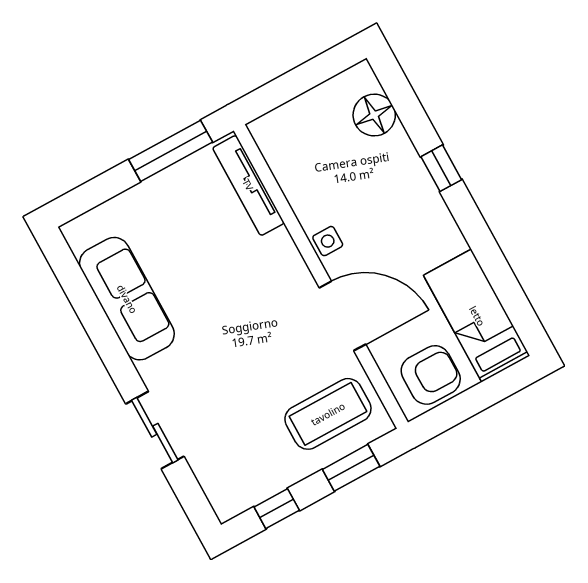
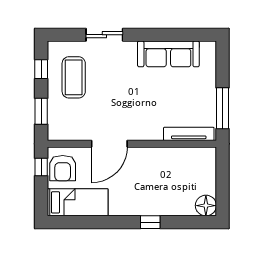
floor lamp: (374, 115) -> (206, 206), moved
side table: (328, 241) -> (146, 155), removed
coffee table: (328, 414) -> (74, 77), moved
window: (450, 414) -> (41, 167), added

